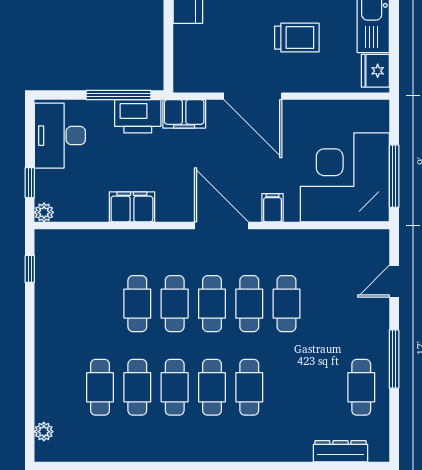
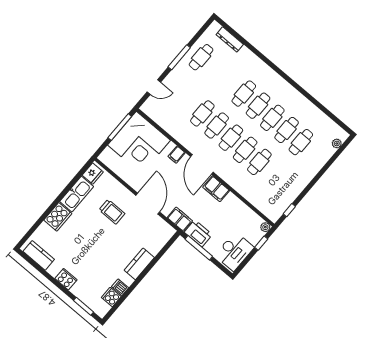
trolley: (297, 38) -> (112, 212), turned 180
filing cabinet: (132, 207) -> (216, 189), moved

